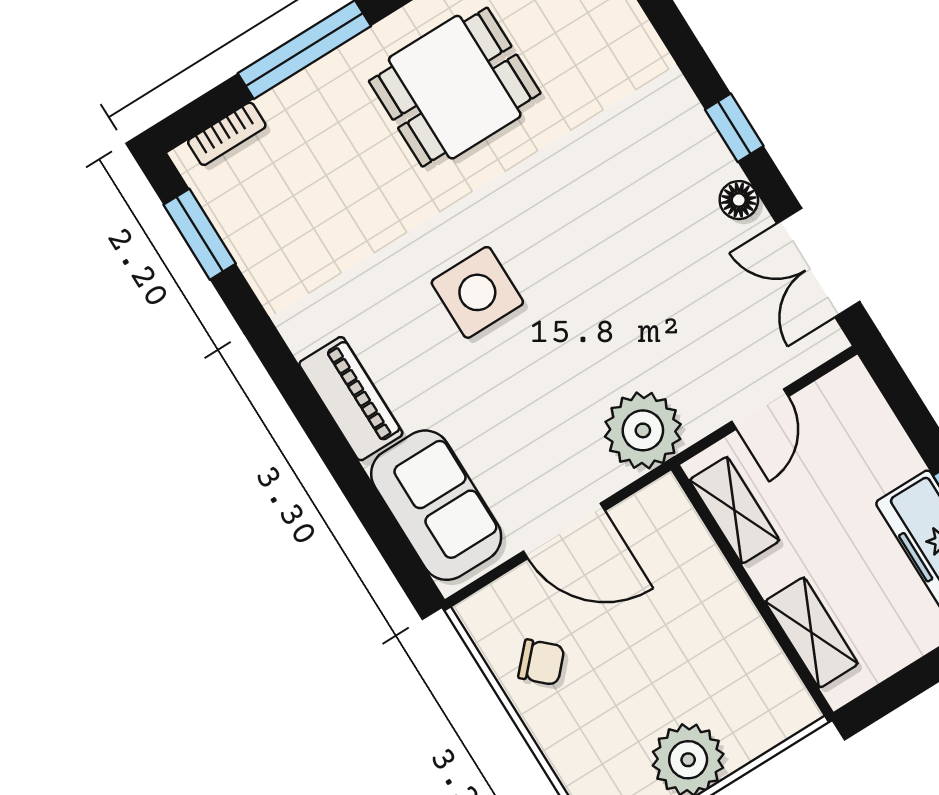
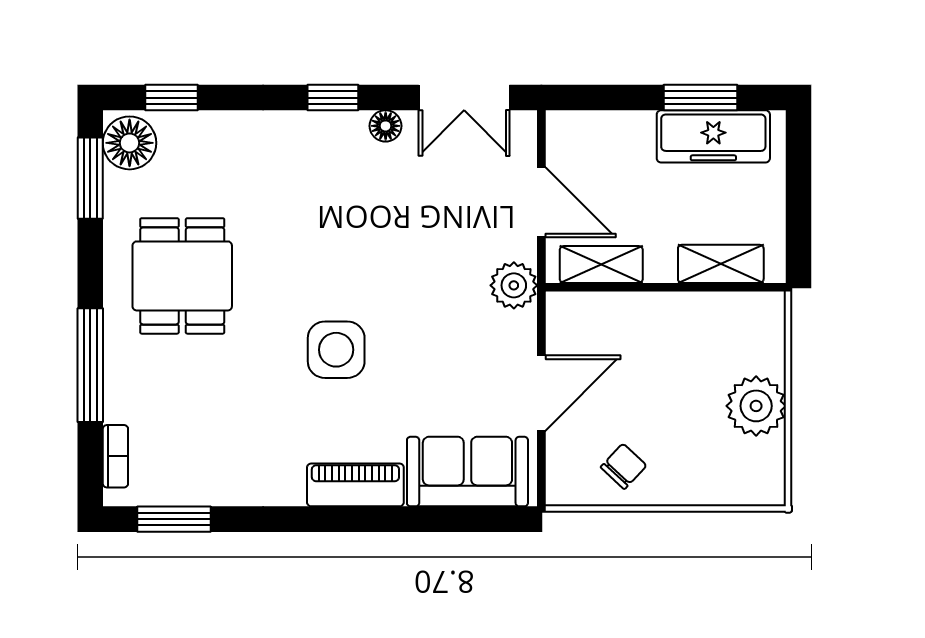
door: (760, 409) -> (541, 202), width x1.38
plant: (643, 430) -> (514, 285), width x0.73, depth x0.73

